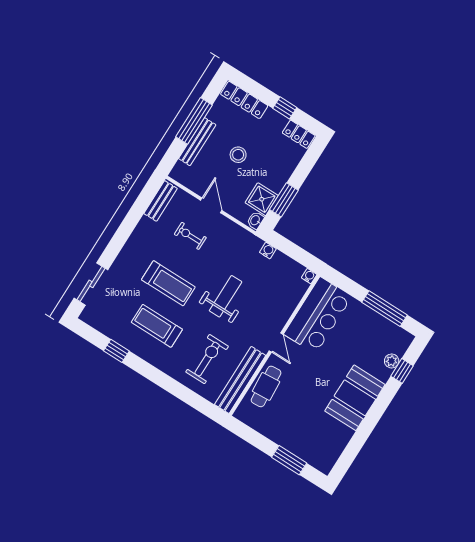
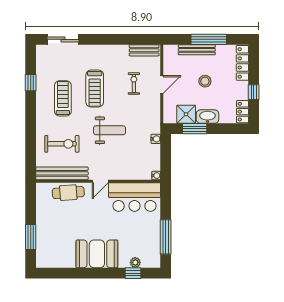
washbasin: (255, 220) -> (207, 117), moved, width x1.91, depth x1.45

